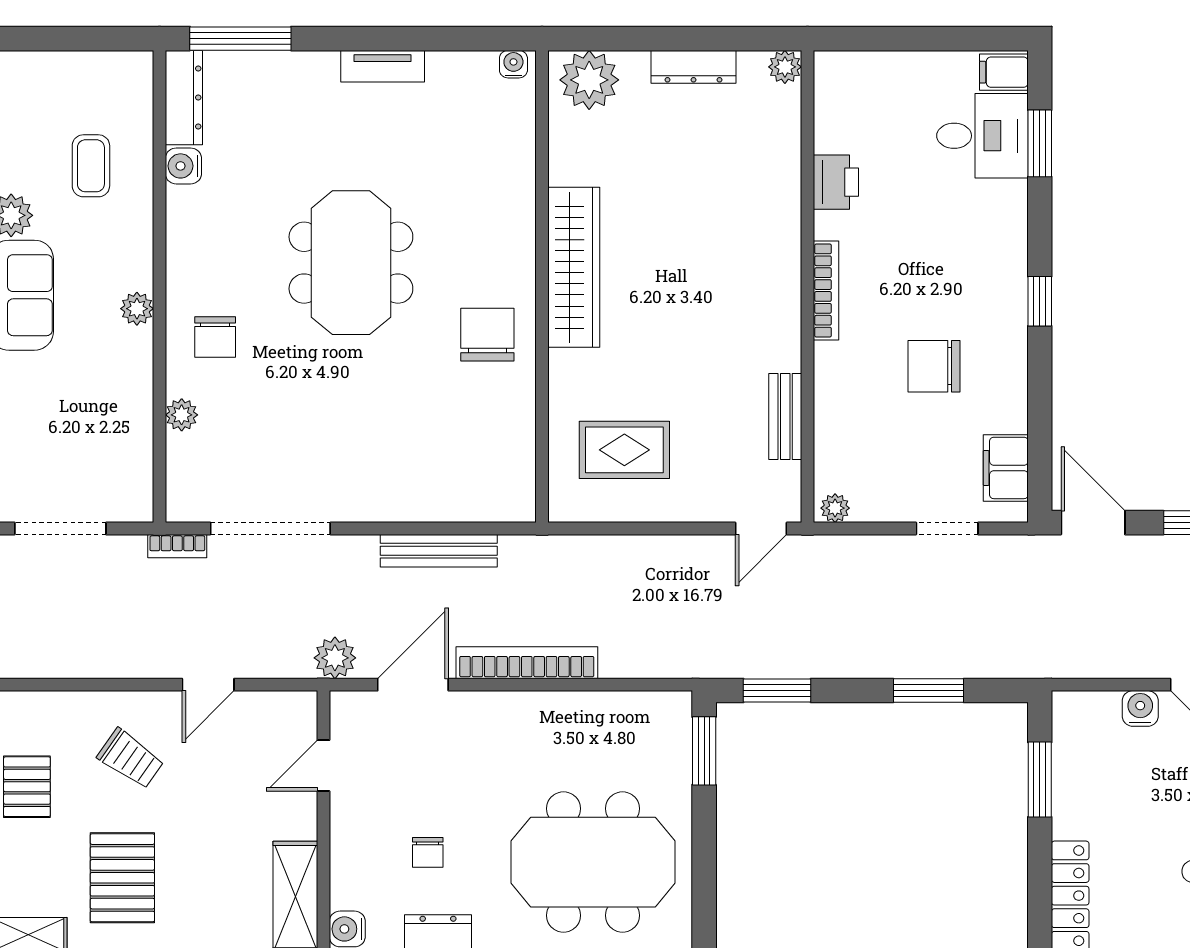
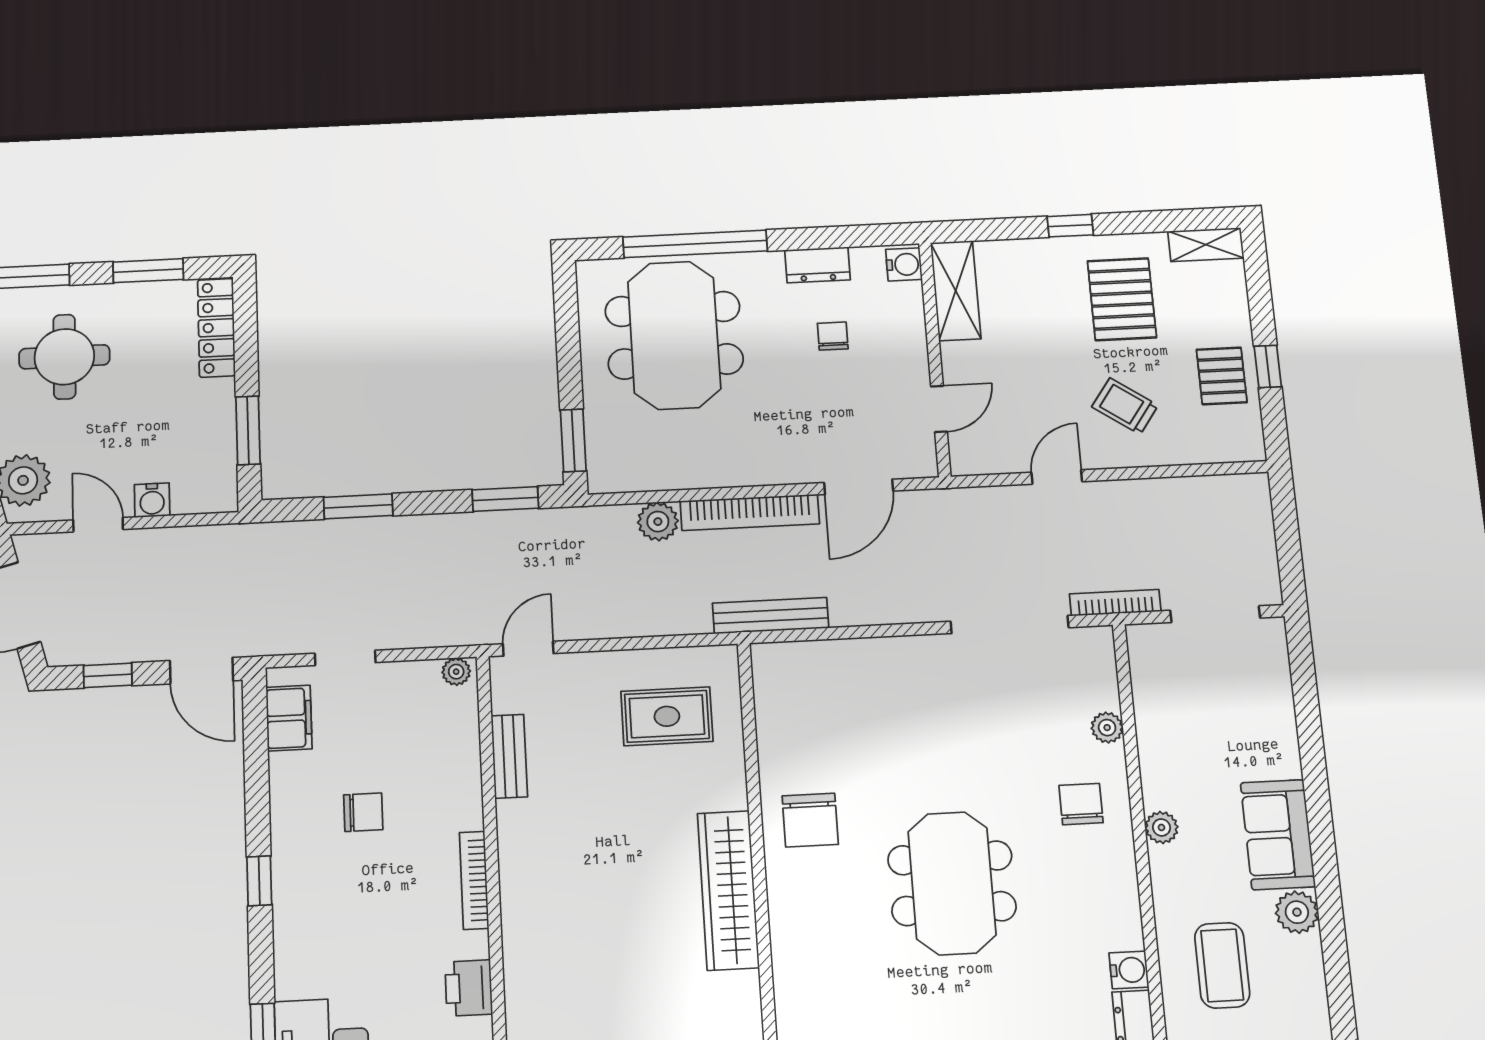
coffee table: (91, 166) -> (1222, 965), width x1.36, depth x1.30
chair: (934, 366) -> (363, 812), width x0.73, depth x0.73
bookcase: (177, 546) -> (1115, 603), width x1.56
bench: (439, 551) -> (771, 616), moved
plant: (335, 658) -> (658, 522), moved
meeting table: (593, 862) -> (674, 335), turned 90

